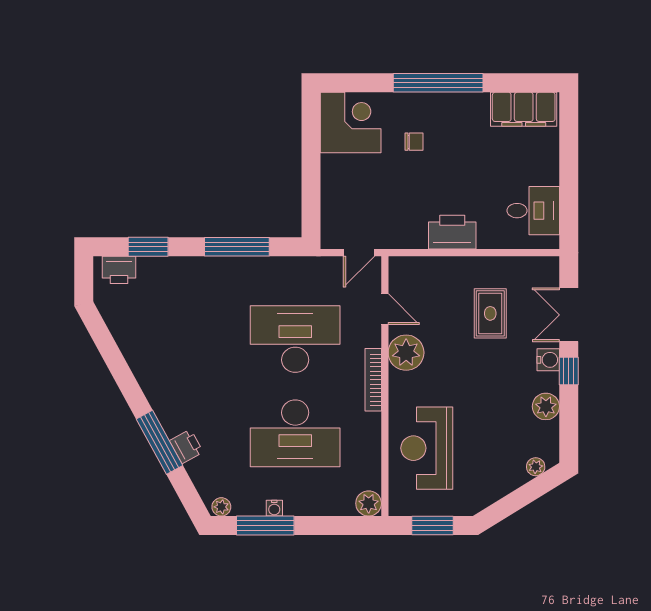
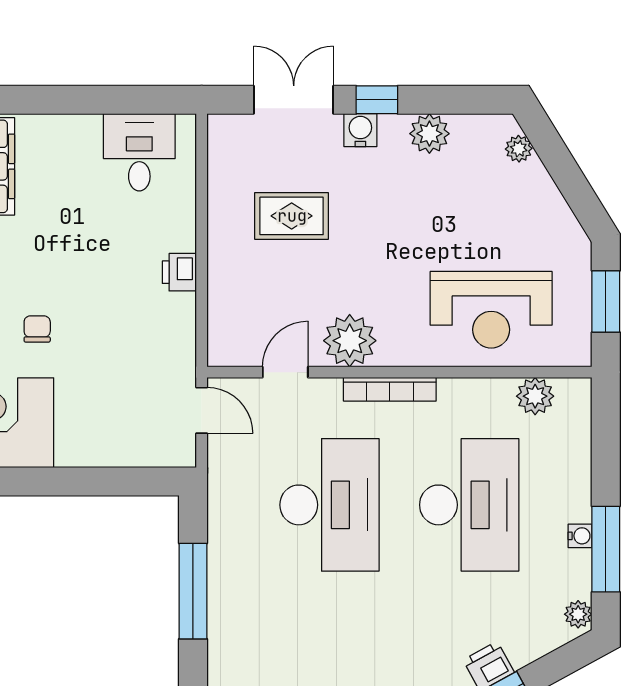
printer: (452, 232) -> (179, 272), width x0.53, depth x0.68
double door: (569, 315) -> (294, 100), swing flipped
desk: (295, 339) -> (329, 505), turned 180
plant: (369, 503) -> (535, 396), moved

